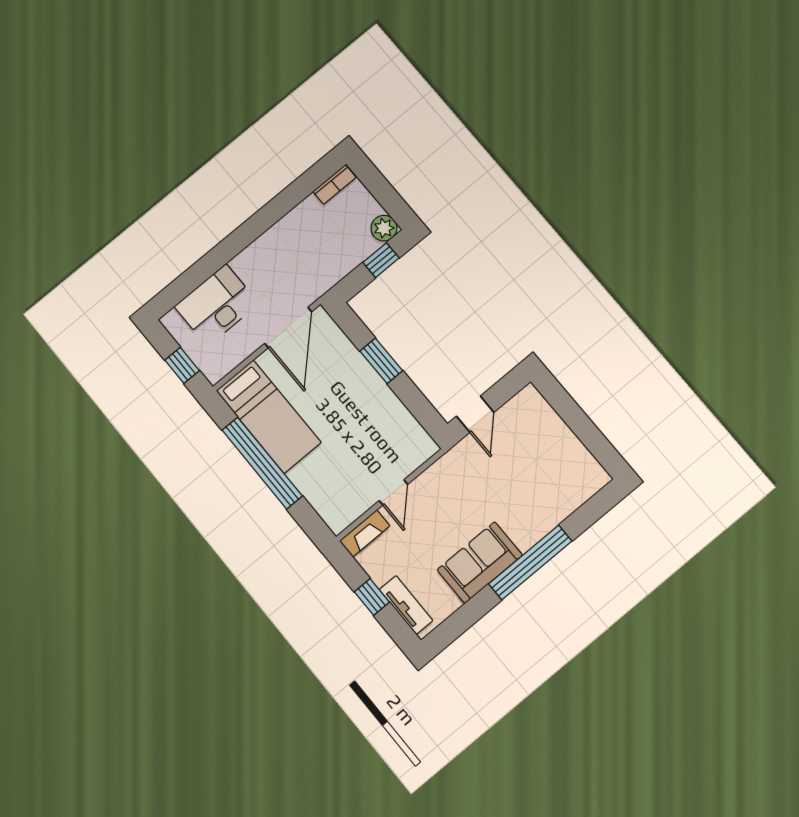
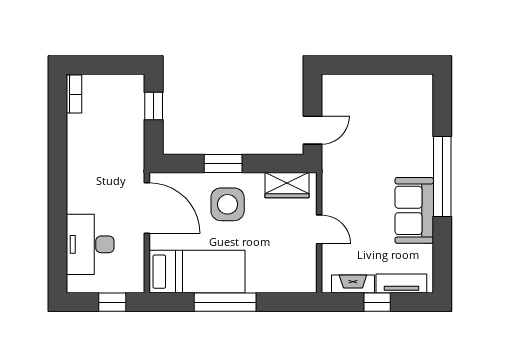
plant: (384, 228) -> (133, 86), removed
side table: (349, 394) -> (228, 204), added
door: (475, 414) -> (313, 130), hinge flipped
wardrobe: (409, 432) -> (287, 185), added
window: (262, 463) -> (225, 302), width x0.68
fireplace: (365, 533) -> (353, 284), moved, turned -90

